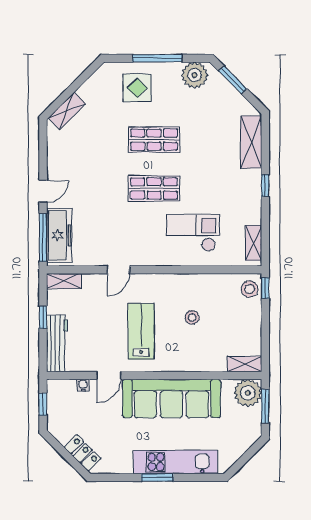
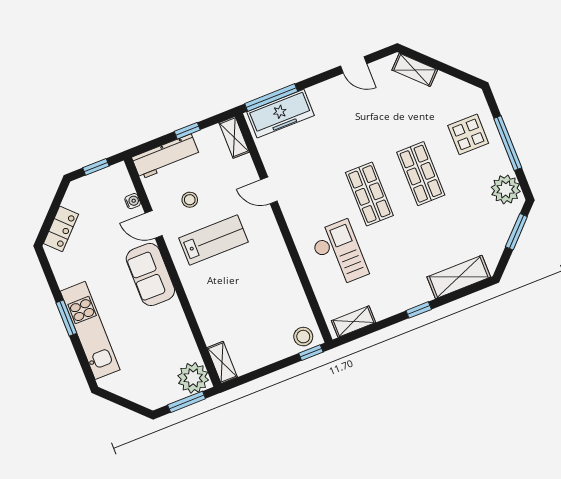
door: (43, 191) -> (354, 65), moved
stool: (192, 317) -> (190, 200), moved
sofa: (171, 398) -> (150, 275), width x0.54, depth x0.79

